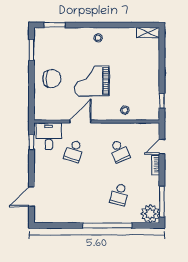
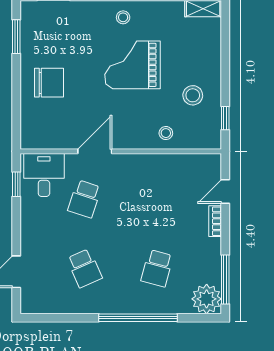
grand piano: (92, 81) -> (133, 65), moved
stool: (142, 87) -> (193, 95), added
school desk: (119, 151) -> (85, 268), moved

